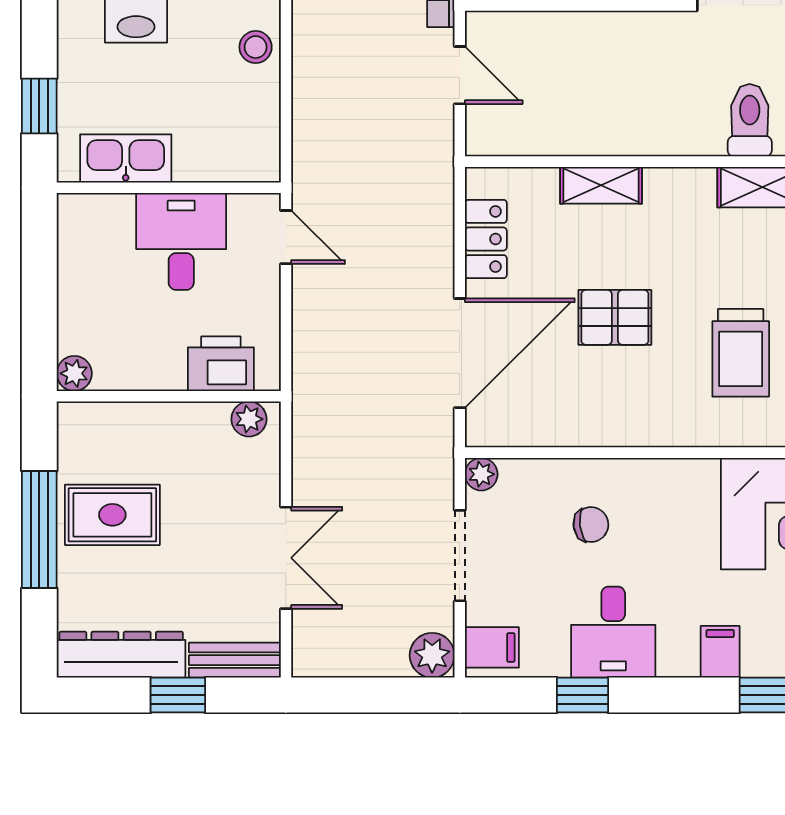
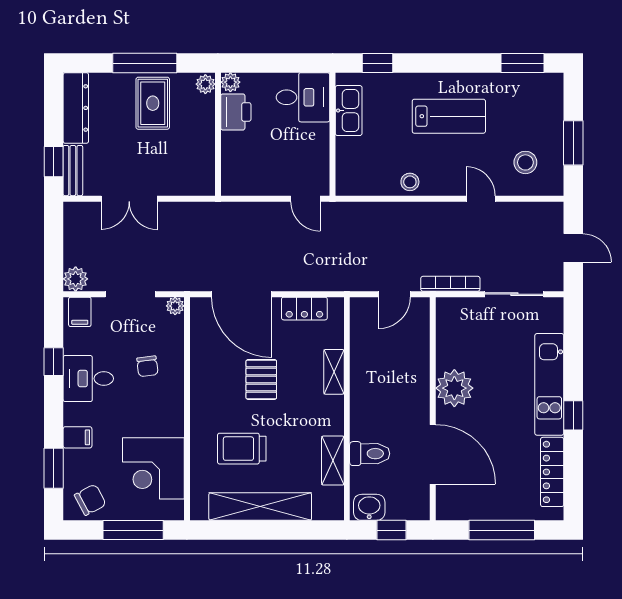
door: (286, 237) -> (305, 199), hinge flipped
desk: (181, 241) -> (303, 97), moved
printer: (221, 364) -> (236, 112), moved
plant: (249, 419) -> (205, 84), moved
window: (178, 695) -> (54, 162), moved

